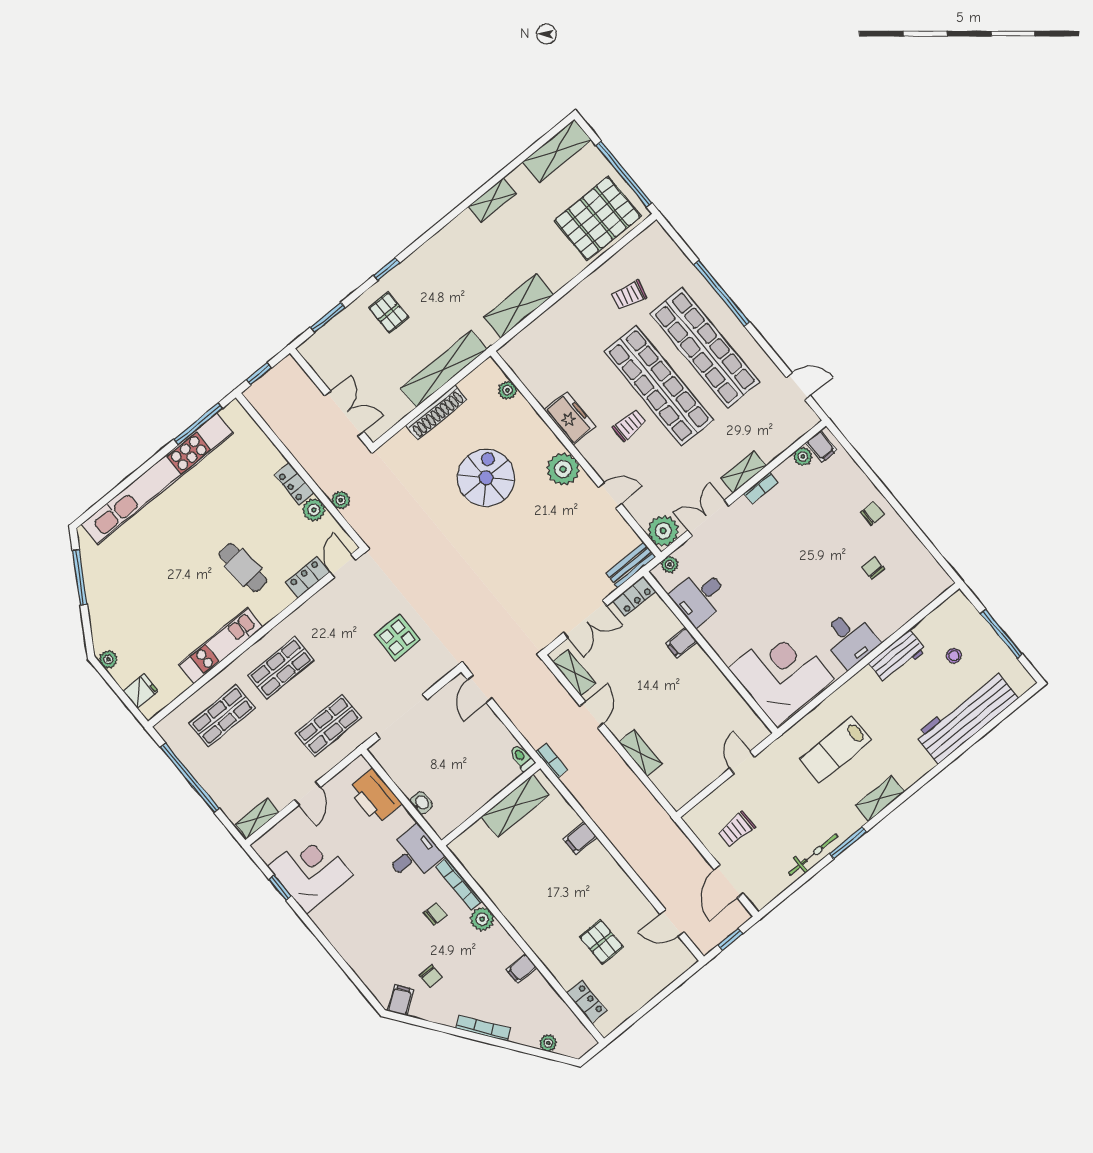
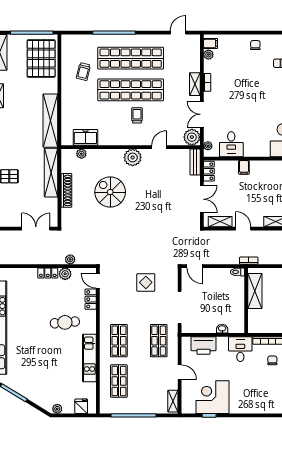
shelving: (519, 306) -> (50, 121), width x1.47
freezer: (570, 418) -> (85, 137), moved

